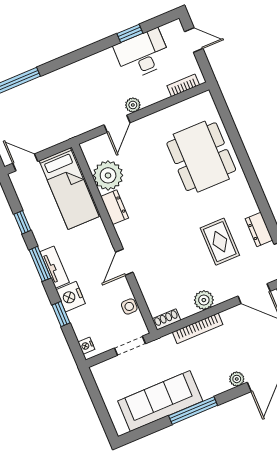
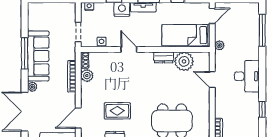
desk: (142, 54) -> (247, 76), moved
plant: (133, 105) -> (219, 45), moved
plant: (204, 300) -> (87, 76), moved
sofa: (160, 401) -> (38, 56), moved

